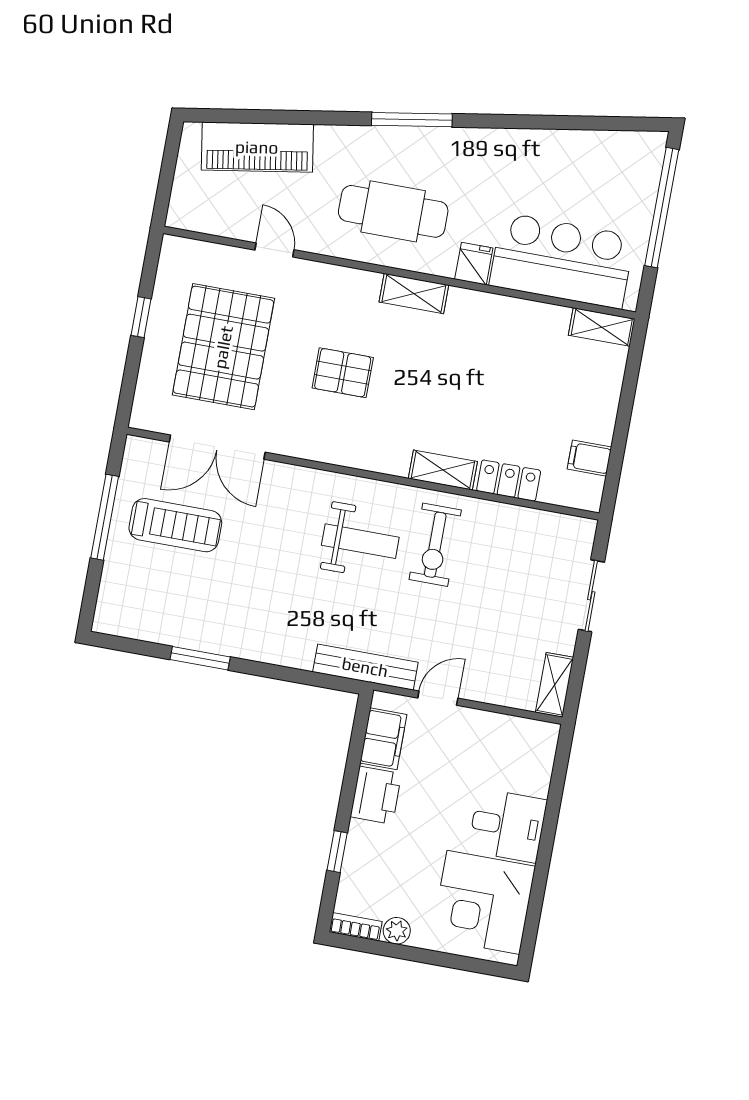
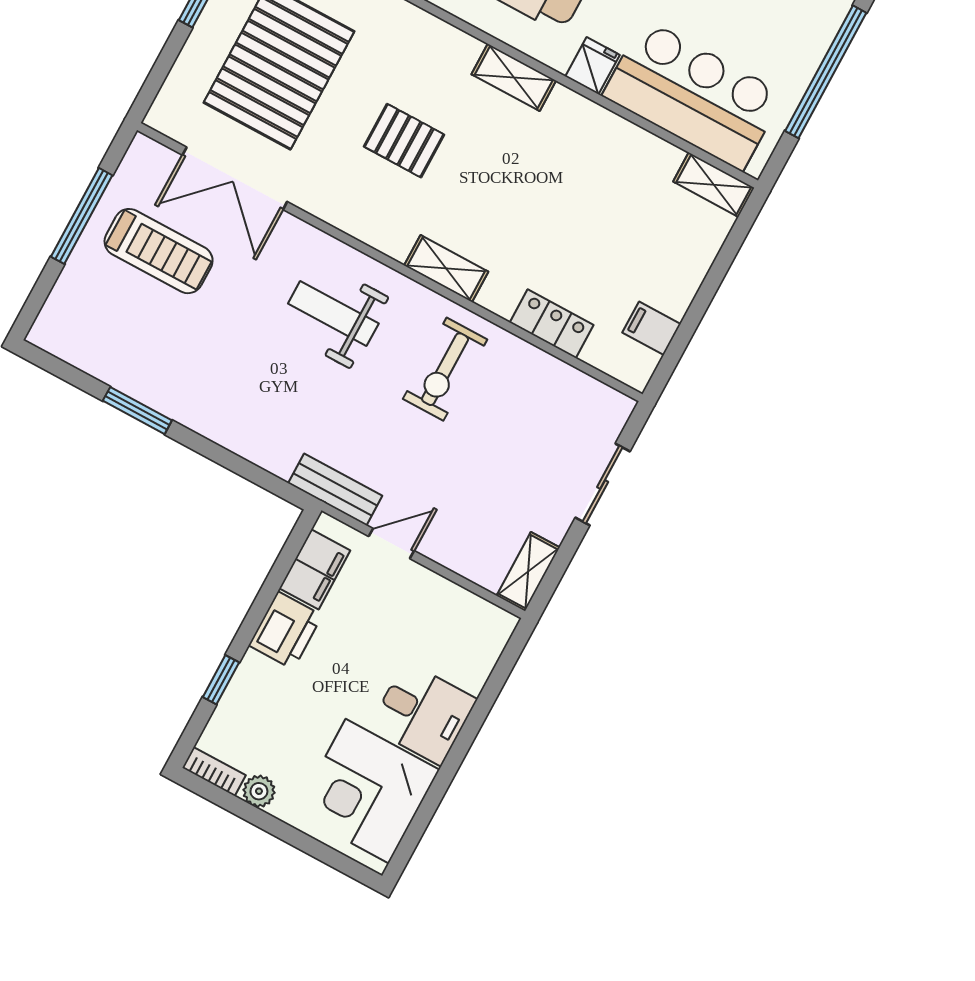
shelving: (443, 470) -> (446, 269), moved
weight bench: (360, 541) -> (333, 314), moved, turned 180
bench: (365, 667) -> (335, 489), width x0.73

